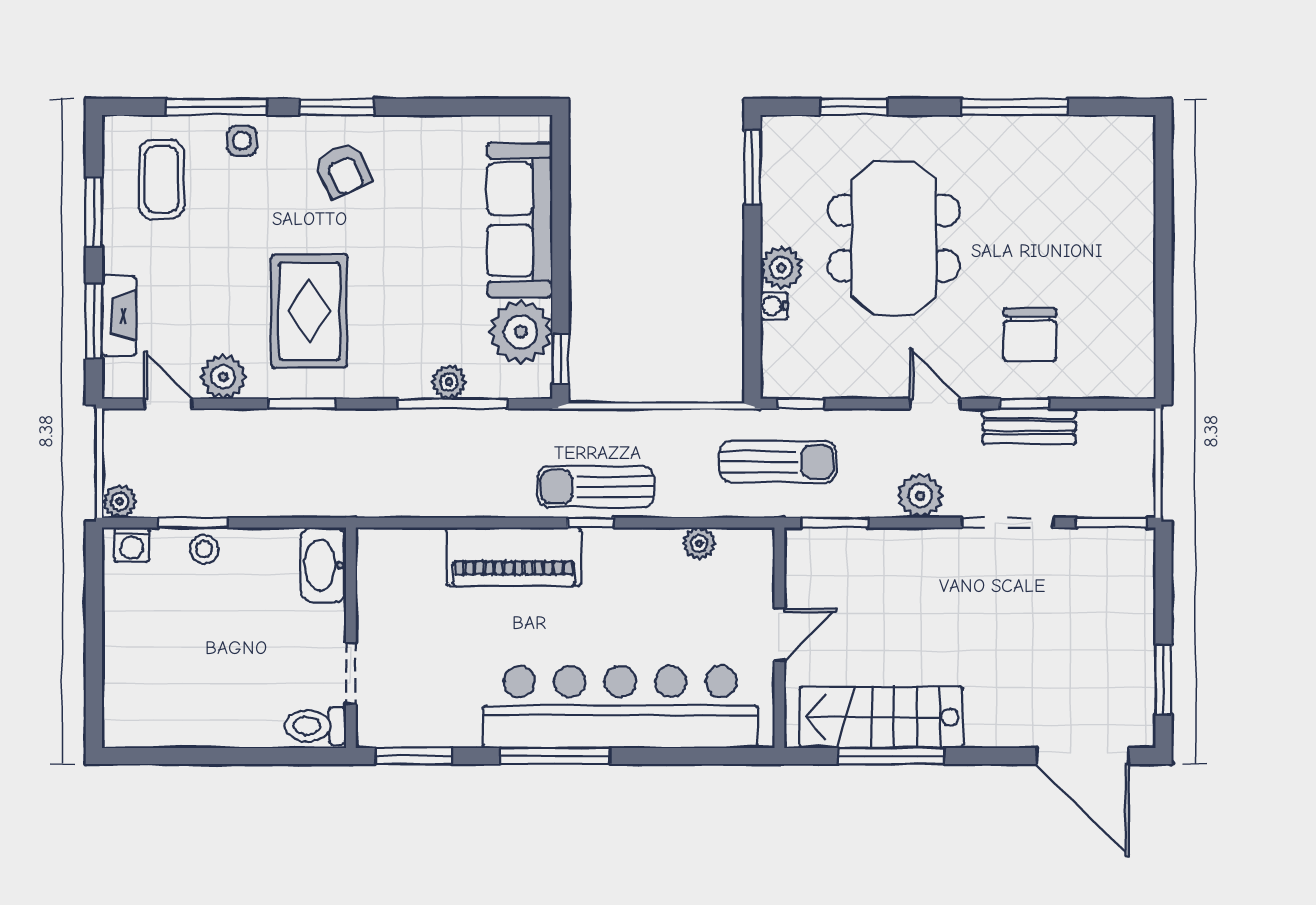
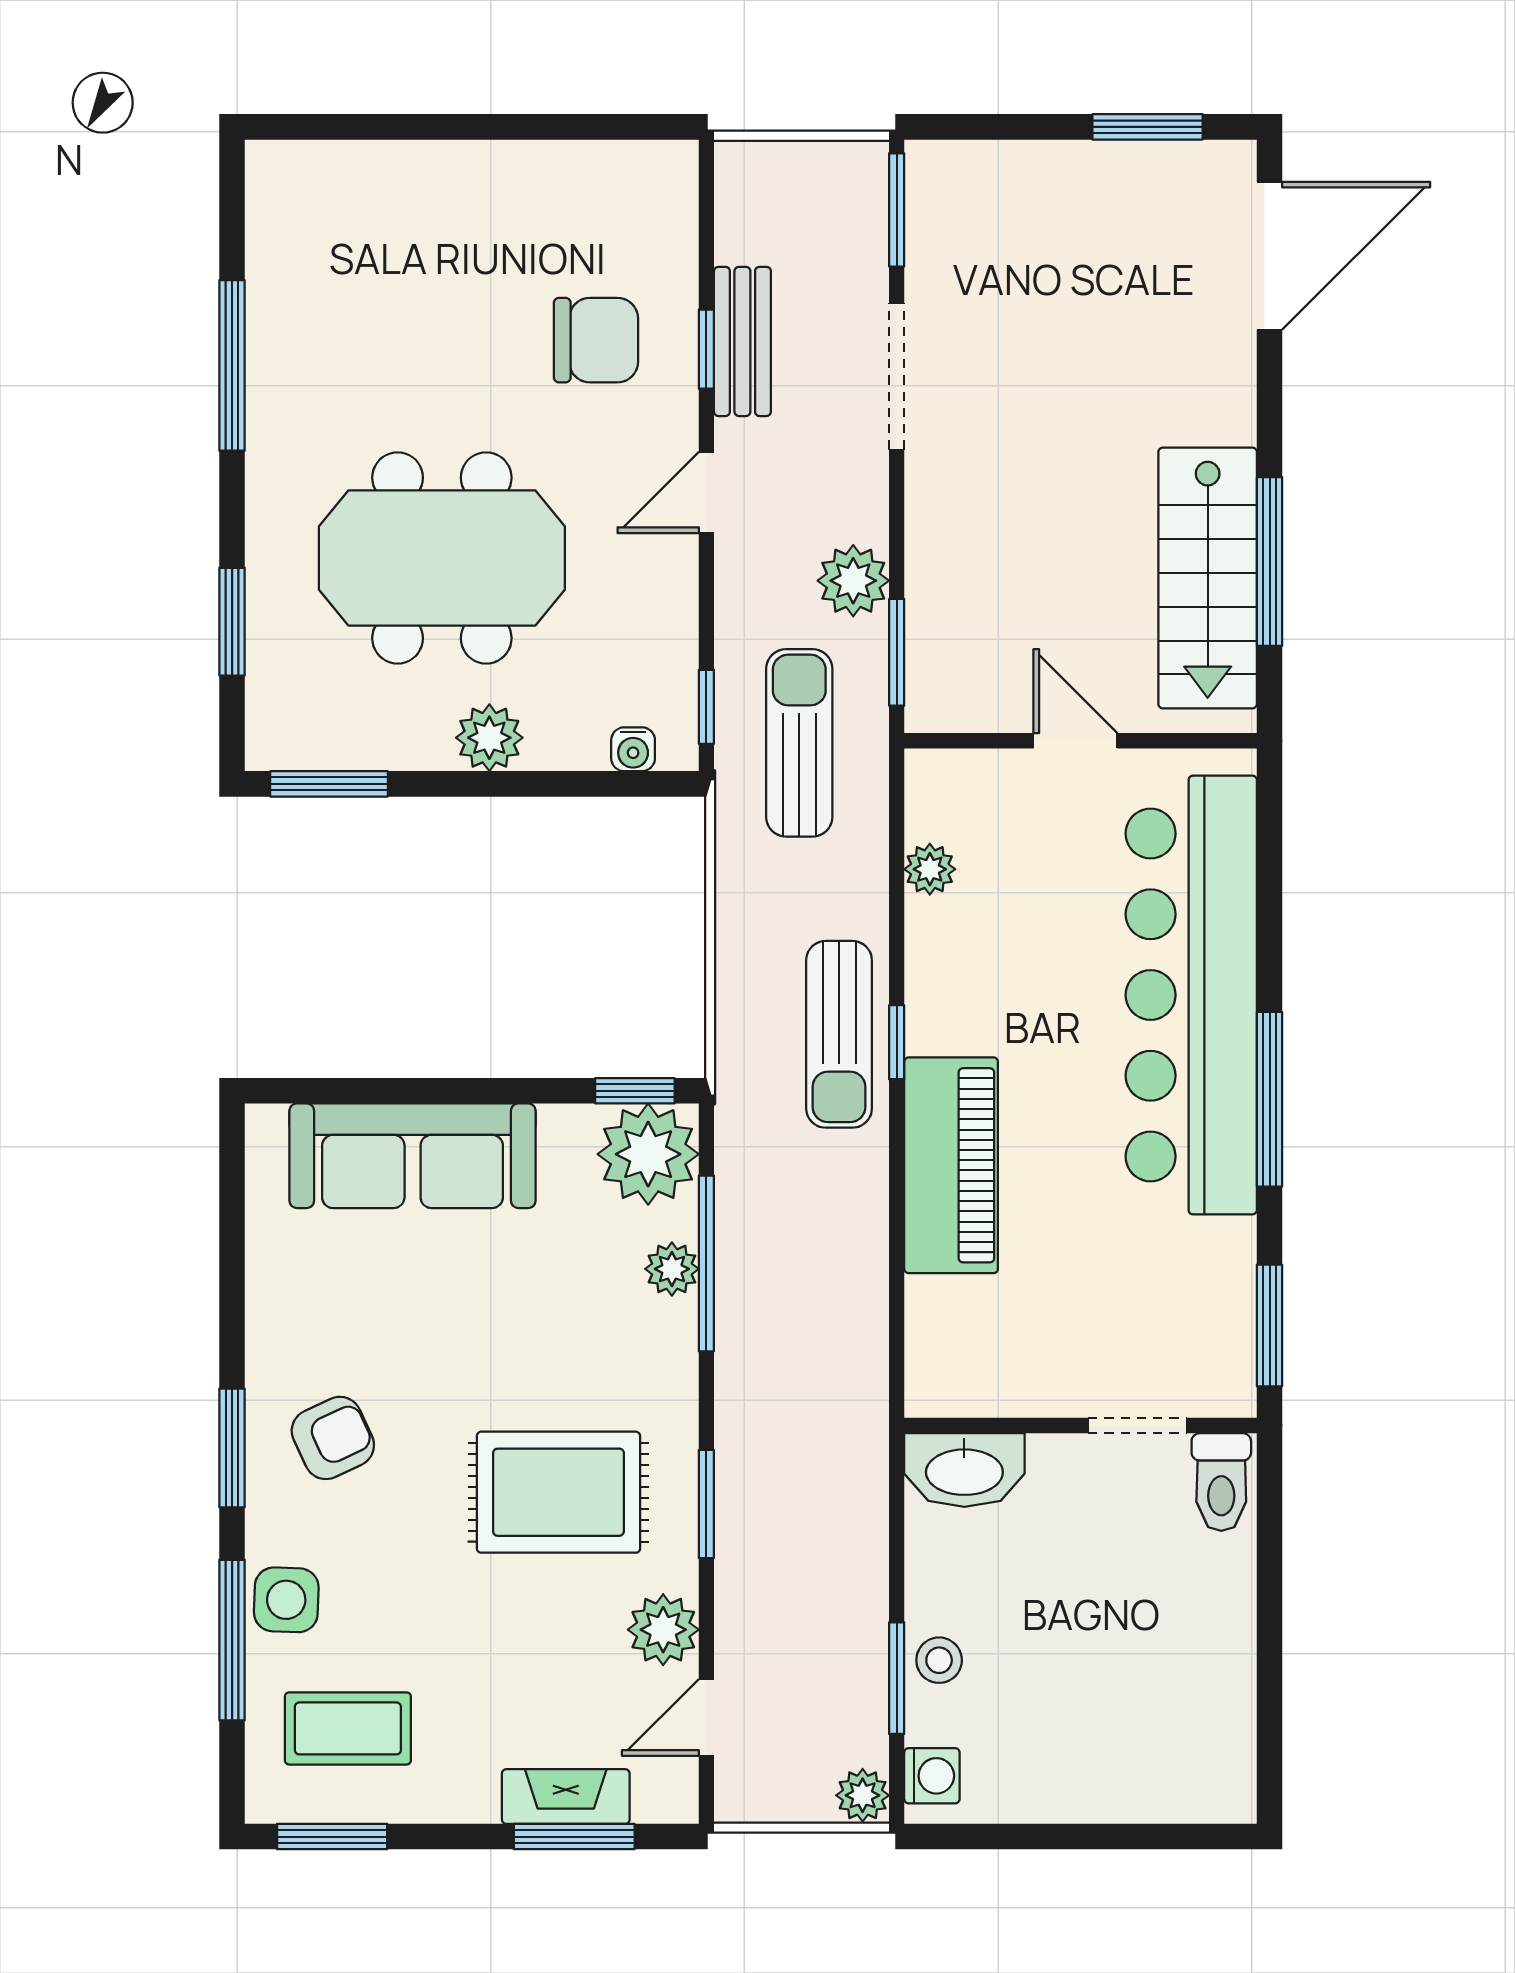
side table: (242, 141) -> (286, 1600), width x1.37, depth x1.37
window: (94, 212) -> (332, 1837), moved
water cooler: (774, 306) -> (633, 749), moved
plant: (521, 332) -> (648, 1154), moved
plant: (920, 496) -> (853, 581), moved

